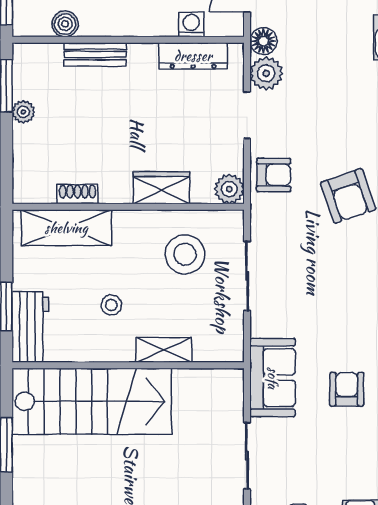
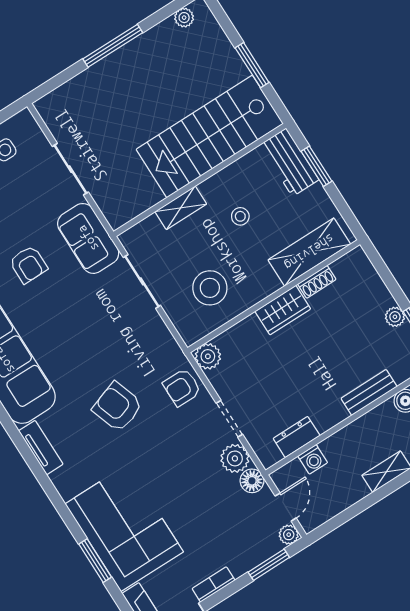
dresser: (193, 56) -> (297, 437), width x0.70
wardrobe: (161, 188) -> (283, 310), moved
sliding door: (247, 276) -> (142, 281), moved

